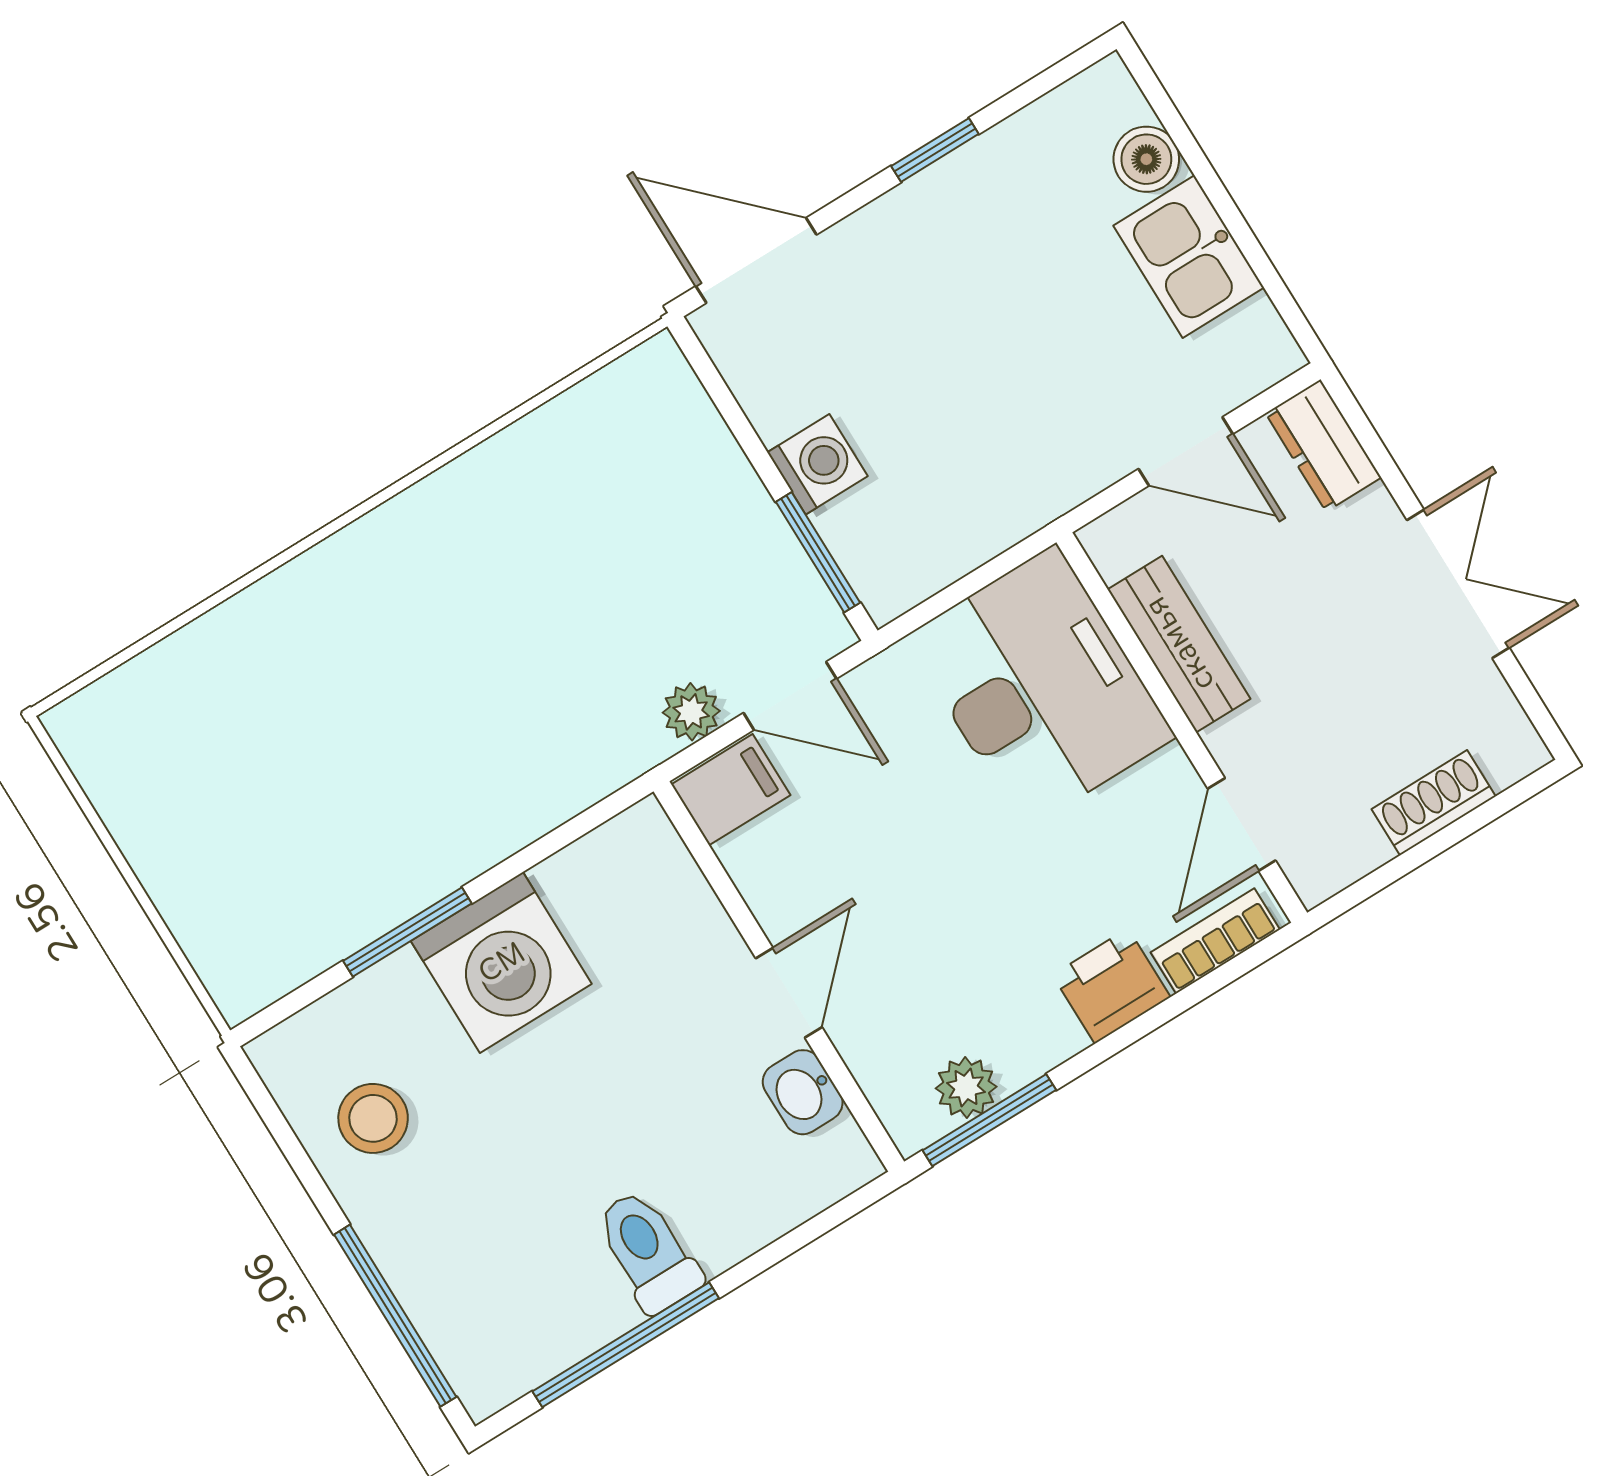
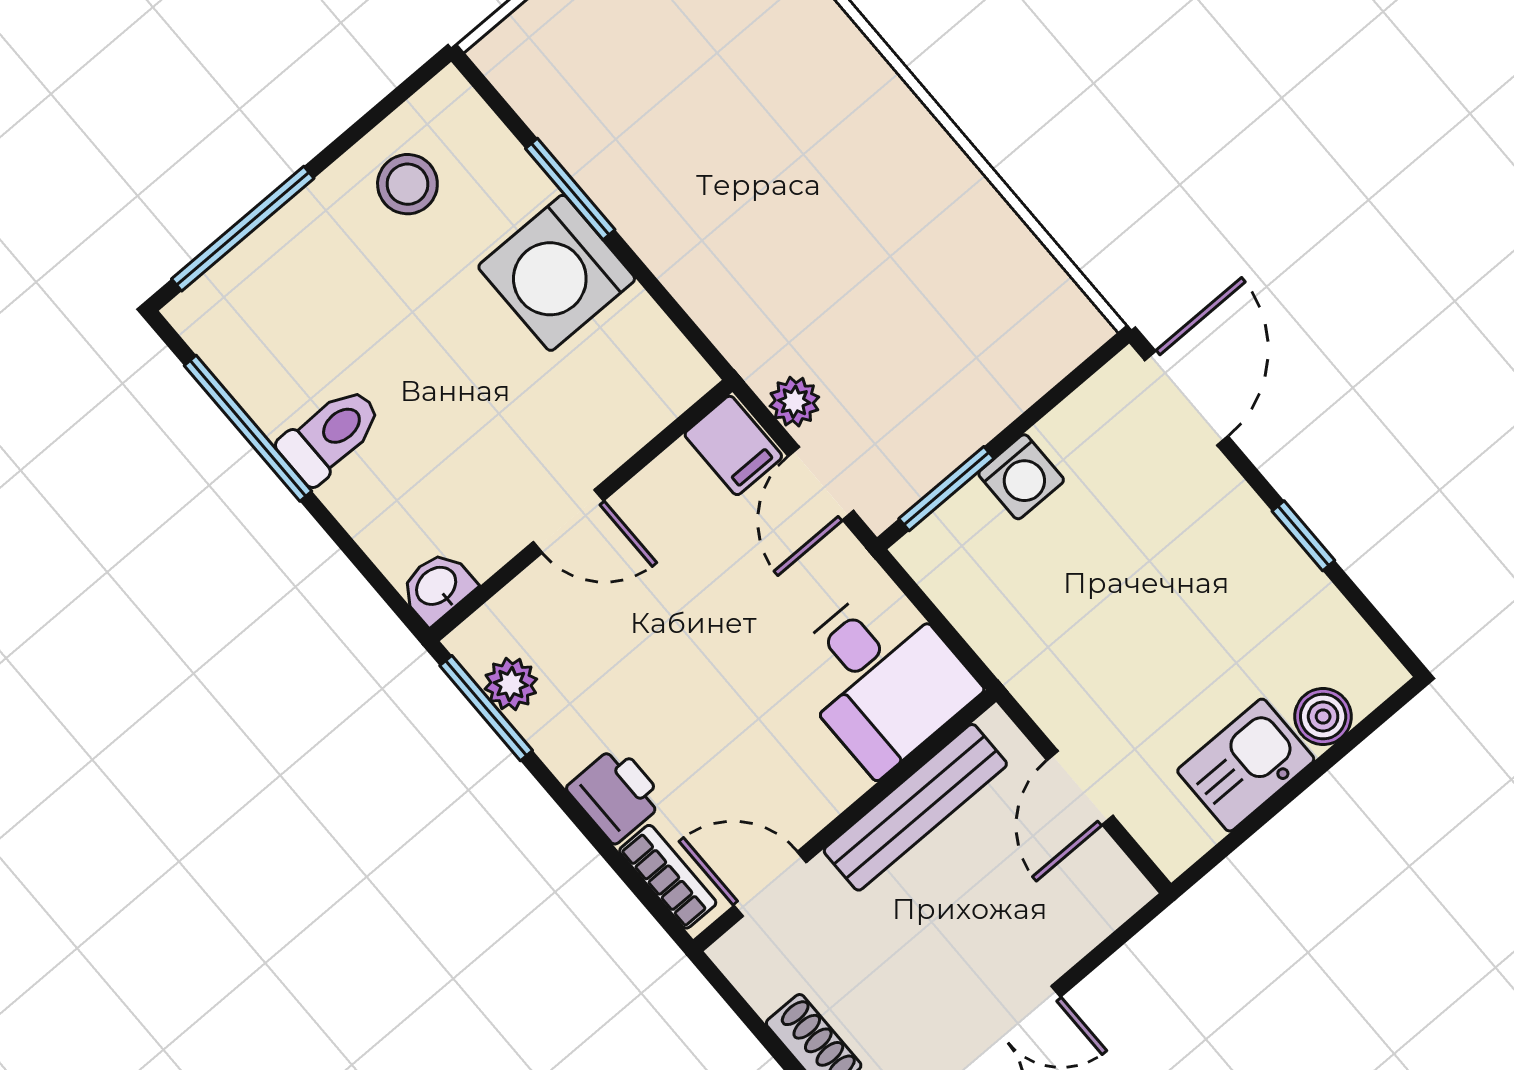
dresser: (1323, 445) -> (1103, 904), removed
bench: (1179, 644) -> (915, 807), width x1.36
desk: (1040, 687) -> (881, 677), width x0.73
washbasin: (803, 1092) -> (437, 587), moved

